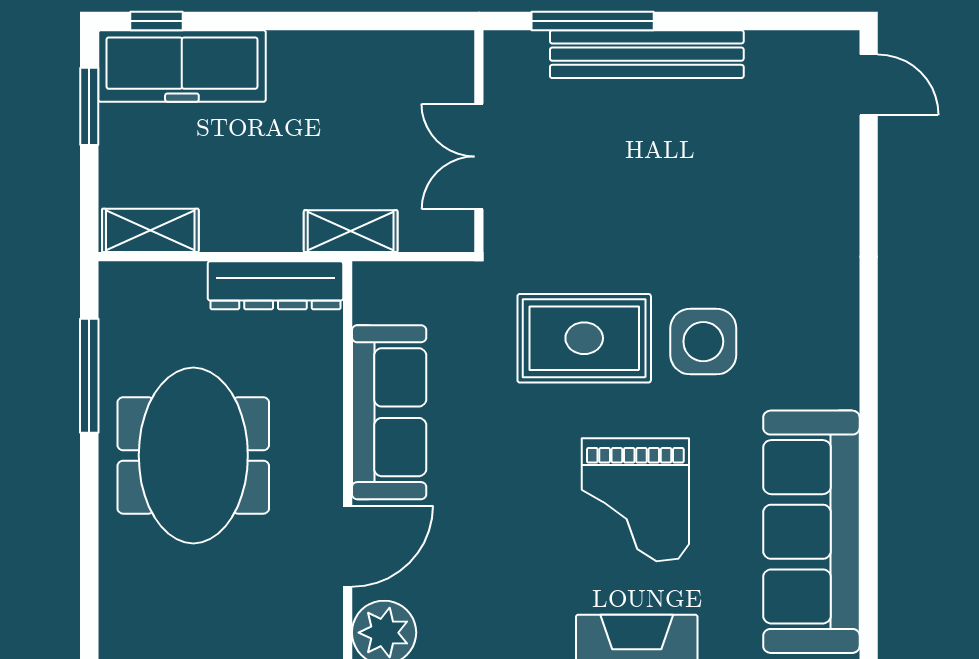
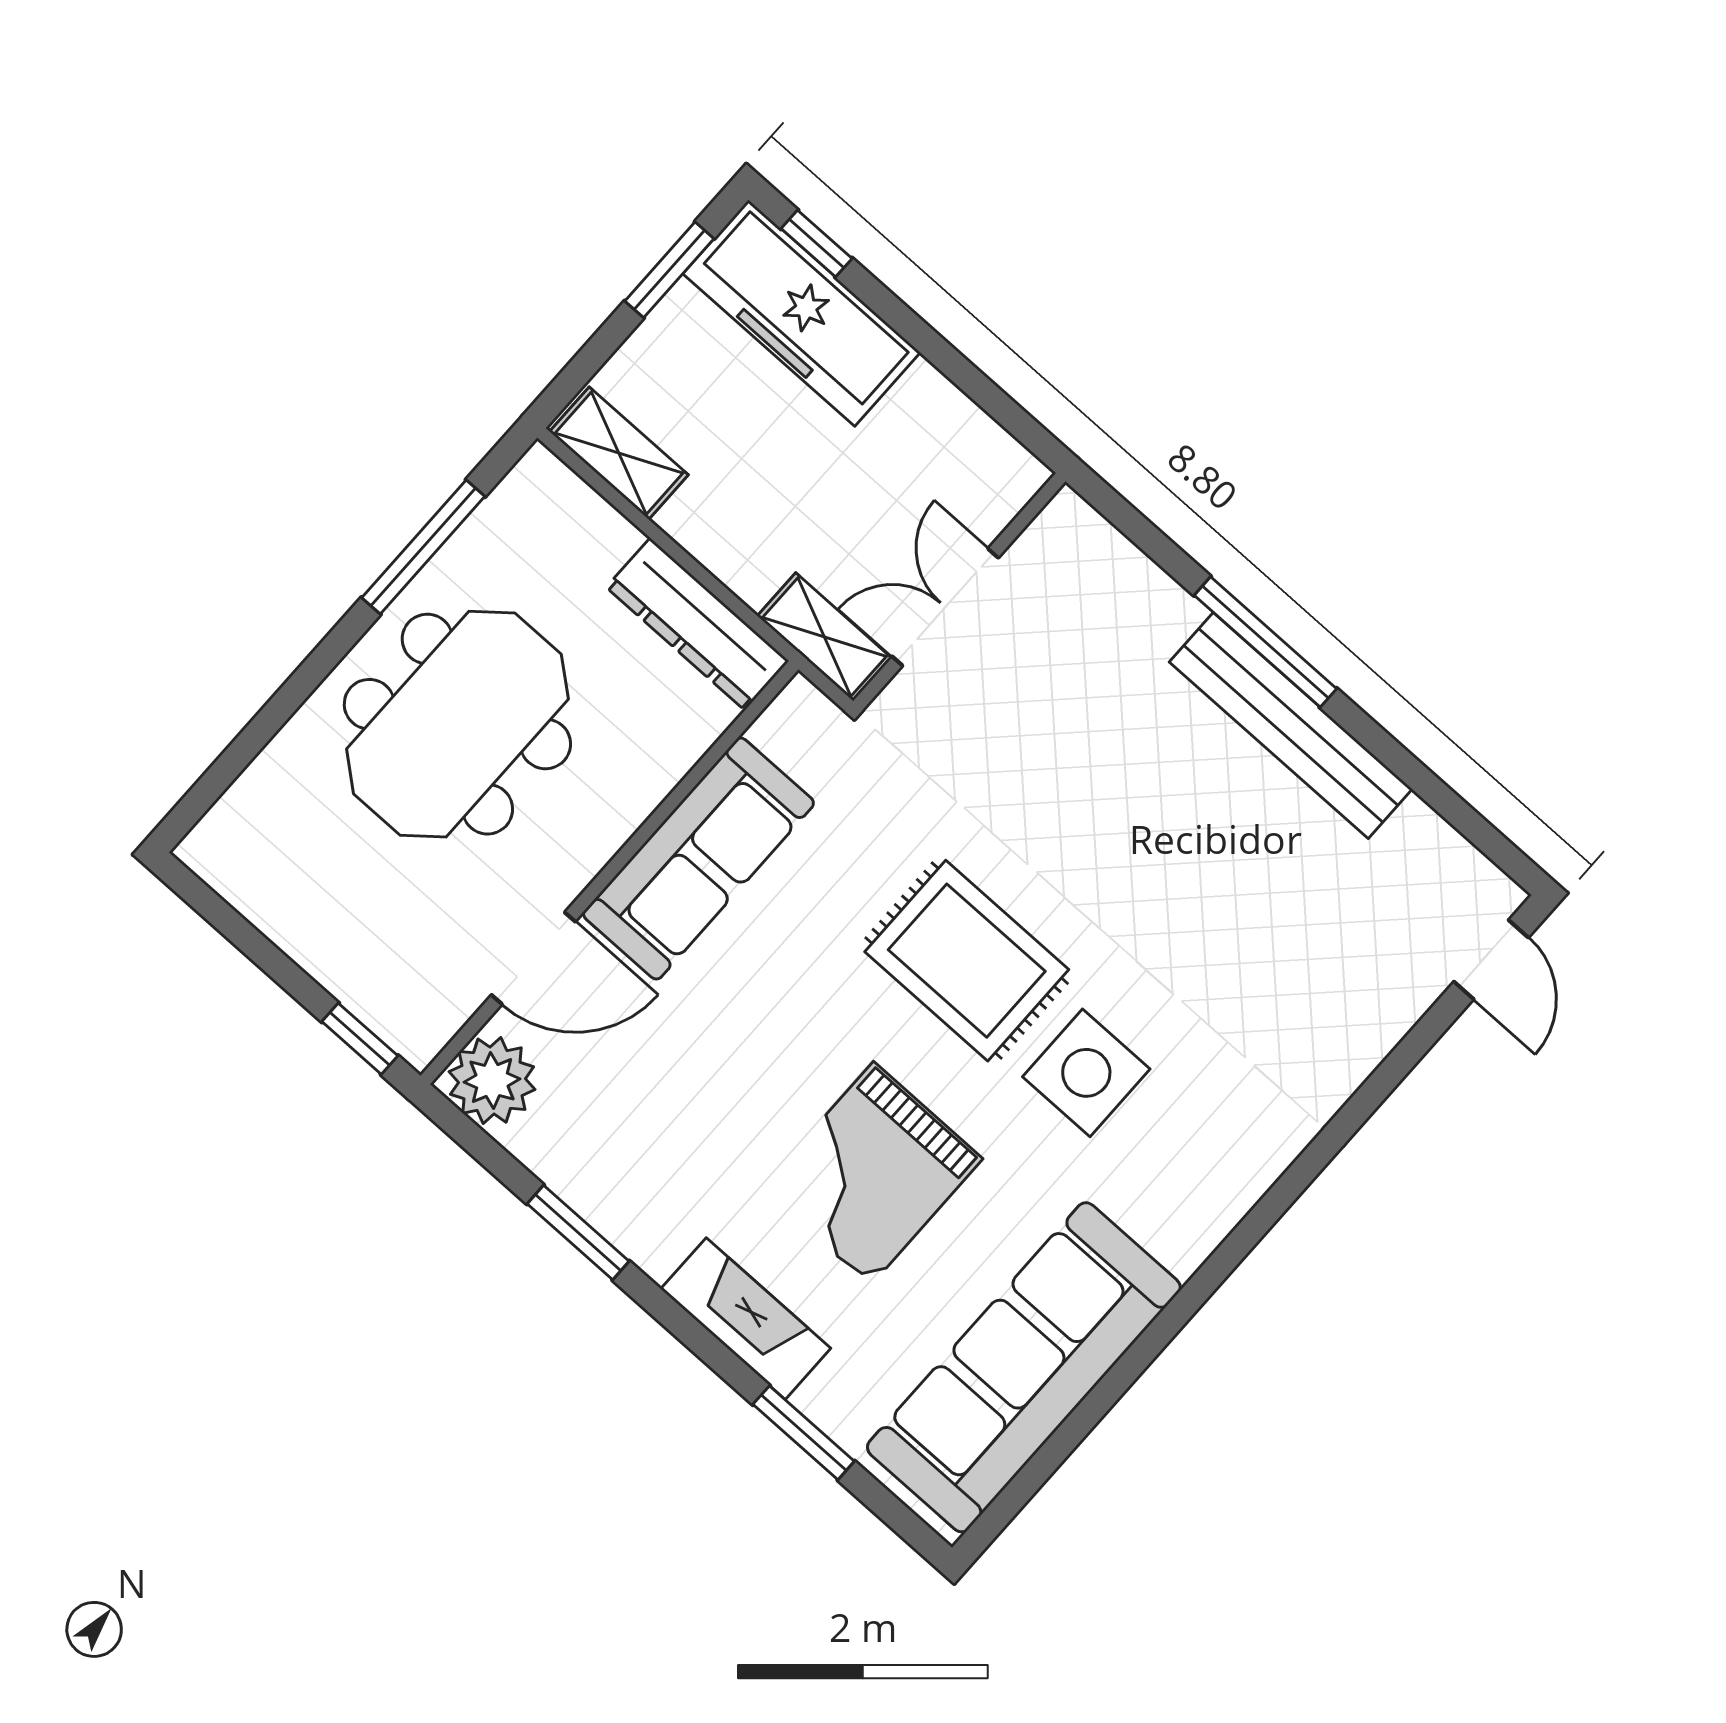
wall: (479, 141) -> (959, 591), moved
double door: (479, 157) -> (945, 607), moved

